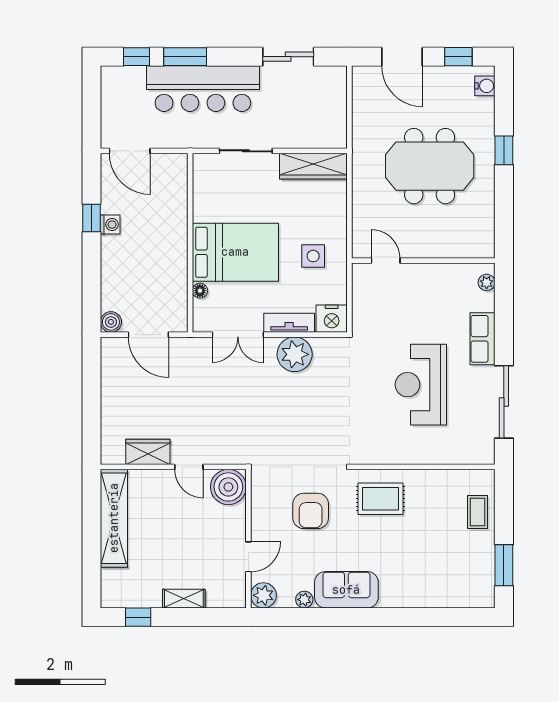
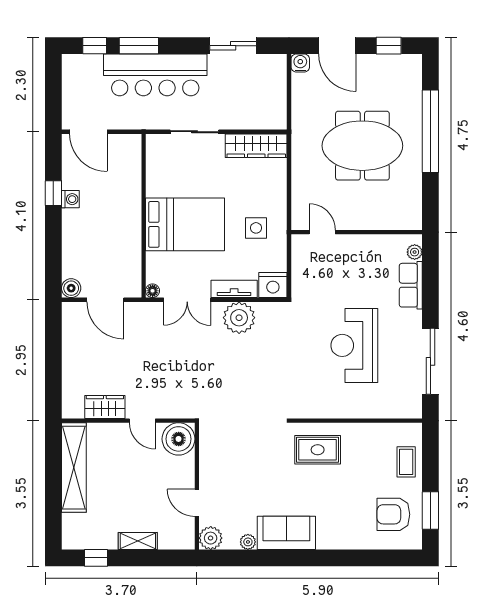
water cooler: (485, 86) -> (300, 63), moved, turned -90
window: (504, 150) -> (430, 131), width x3.17
floor lamp: (200, 291) -> (153, 291), moved
row of seats: (483, 339) -> (411, 285), moved
armchair: (311, 511) -> (393, 514), moved, turned 90
door: (248, 557) -> (197, 503), swing flipped

